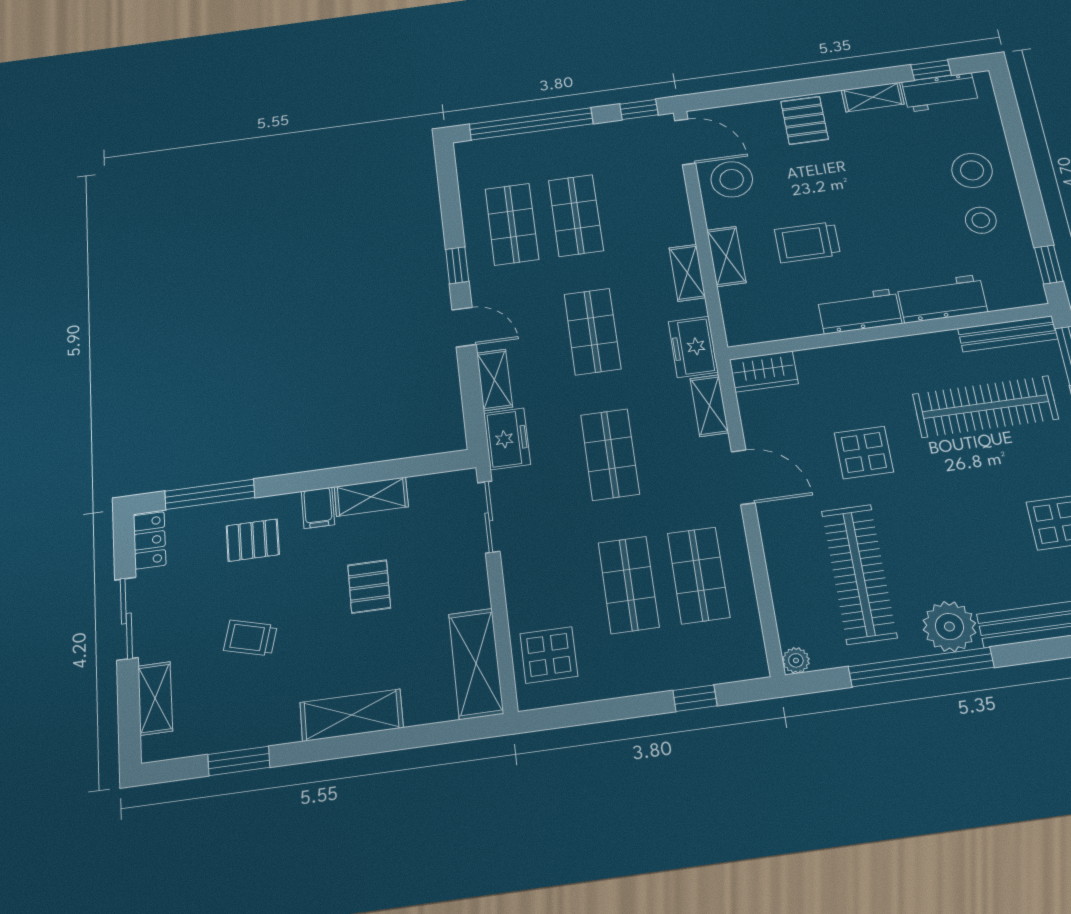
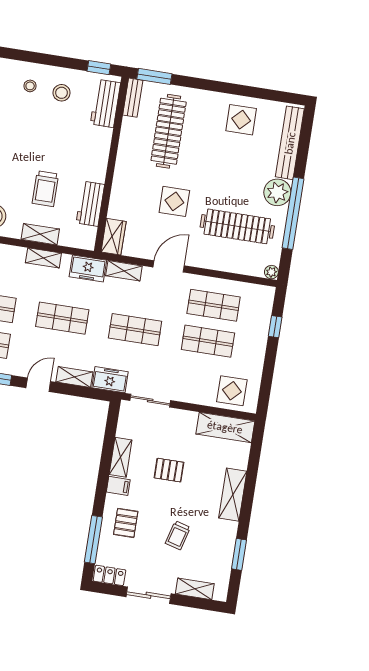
stool: (972, 170) -> (30, 86), width x0.53, depth x0.53
workbench: (942, 299) -> (105, 103), moved
workbench: (860, 311) -> (90, 204), moved
bench: (1008, 334) -> (133, 98), width x0.73

